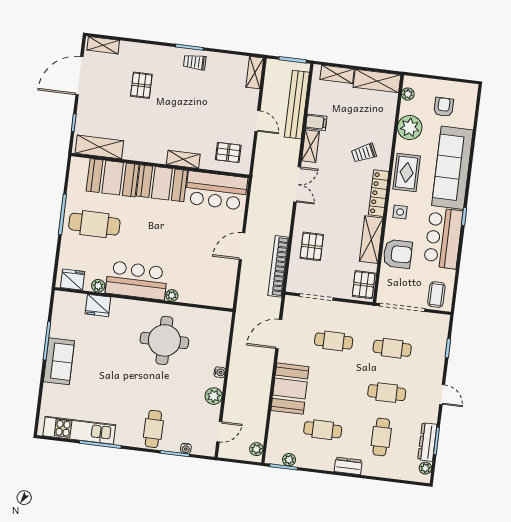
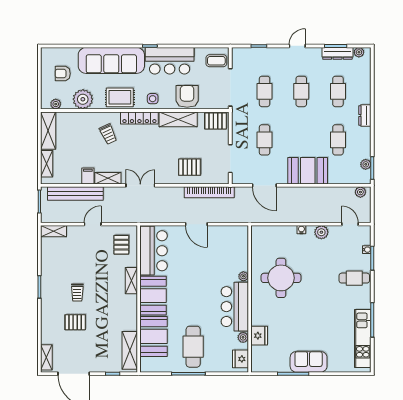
trolley: (195, 62) -> (77, 293), moved
cafe table: (381, 437) -> (338, 91), turned 90

